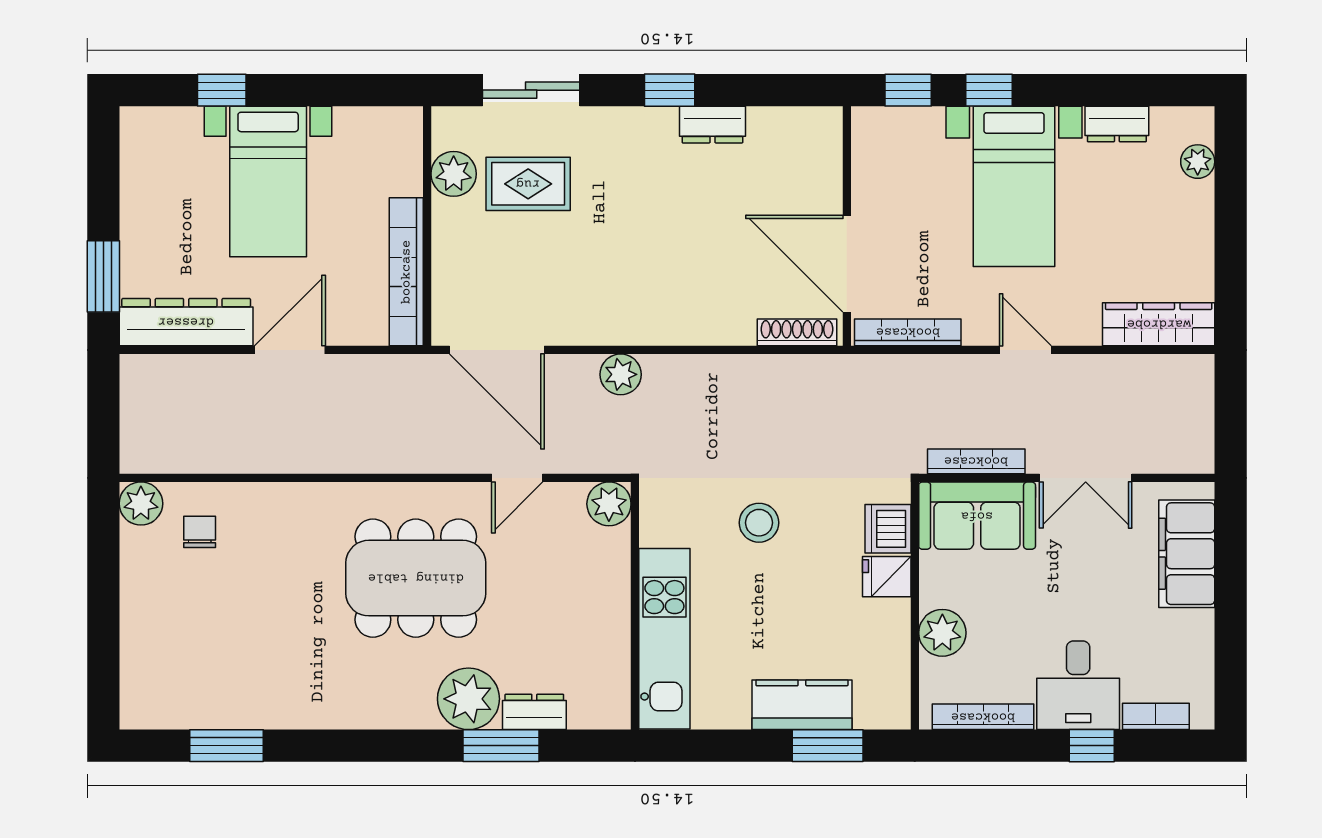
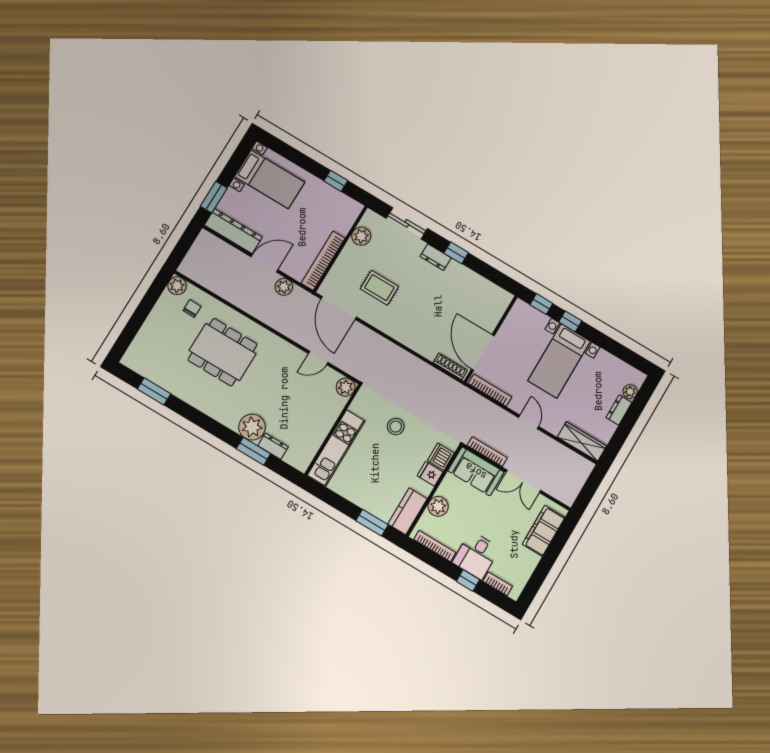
window: (222, 90) -> (336, 181), moved
dresser: (1117, 124) -> (619, 410), moved, turned 90
dresser: (712, 125) -> (436, 257), moved
bed with nightstands: (268, 182) -> (270, 179), moved, turned -90
rug: (528, 184) -> (379, 288), moved
plant: (621, 374) -> (284, 287), moved
dining table: (416, 578) -> (223, 352), moved
kitchen counter: (802, 705) -> (407, 511), moved, turned -90

